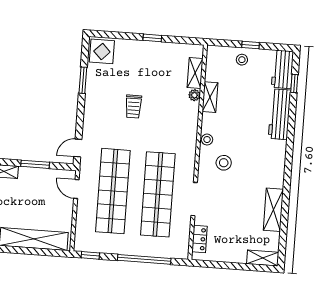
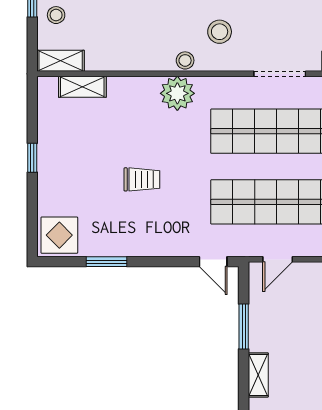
plant: (194, 95) -> (177, 93), moved, width x1.88, depth x1.88
shelving: (210, 97) -> (61, 61), moved

